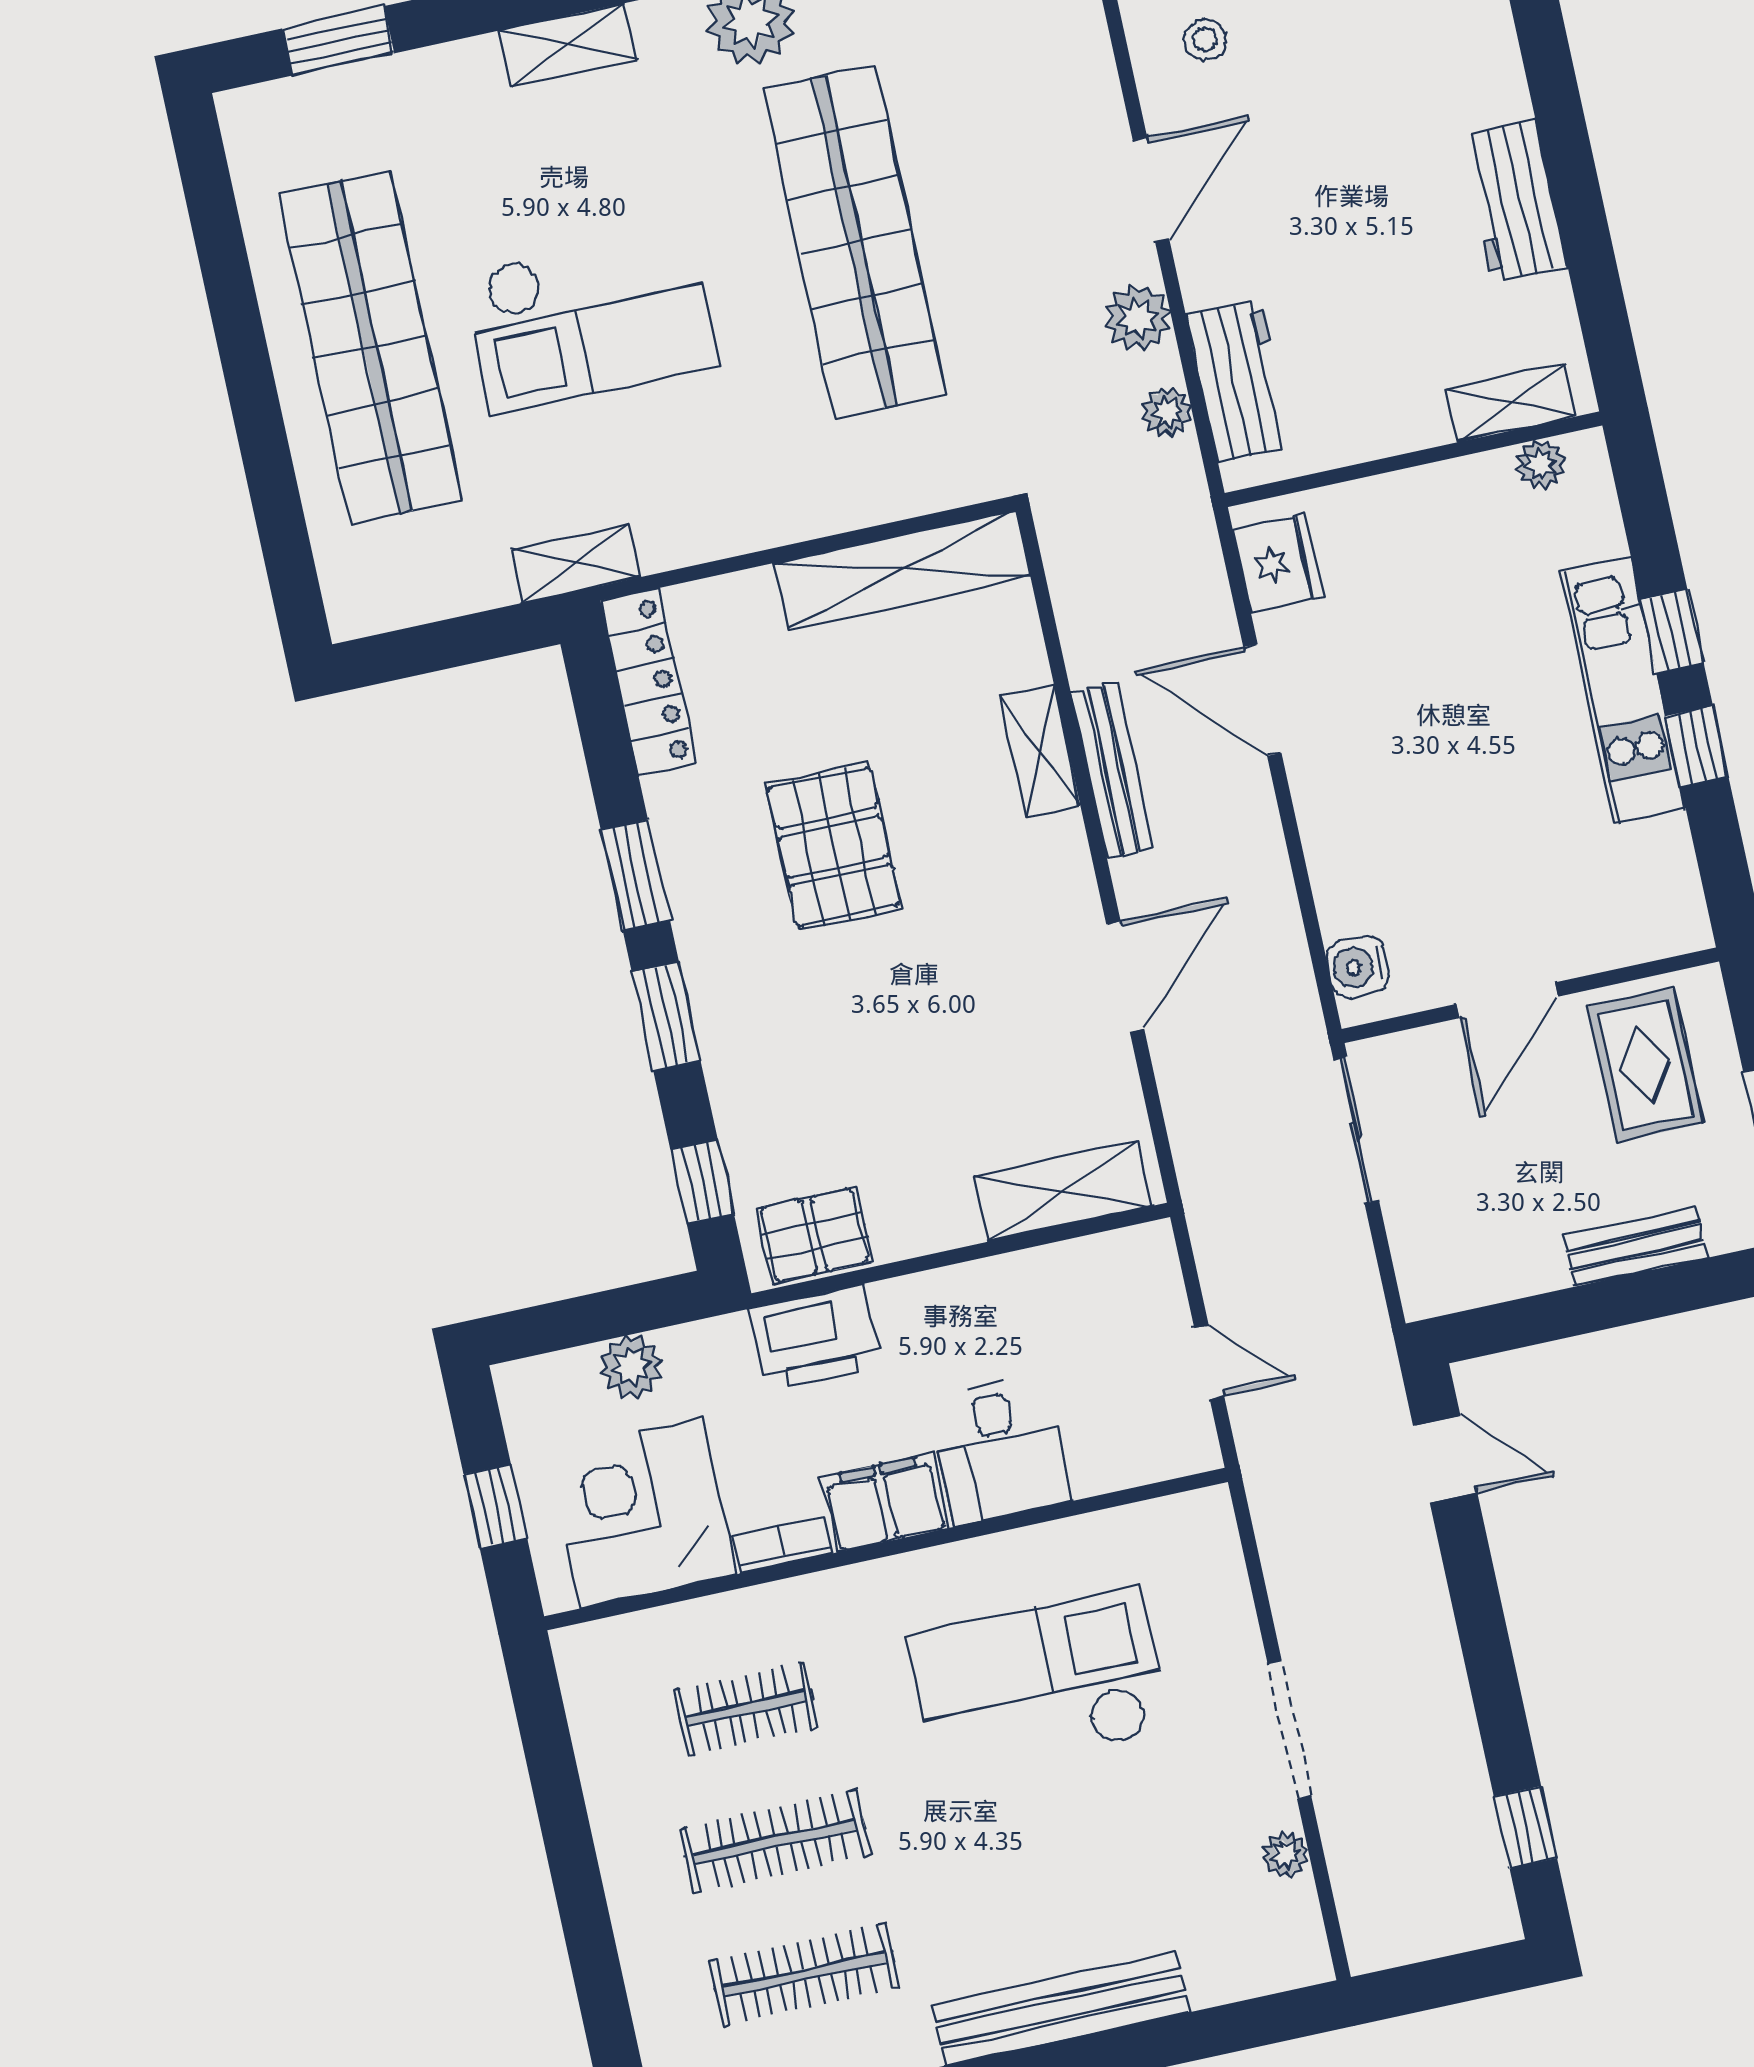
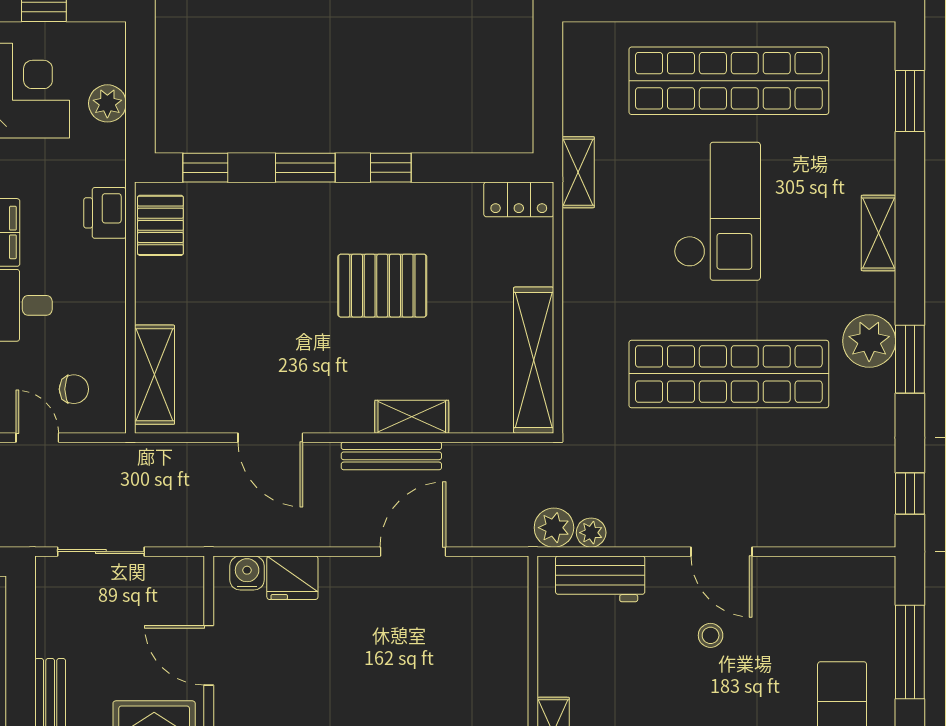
stool: (1205, 40) -> (711, 635), moved
plant: (1138, 318) -> (554, 528), moved
checkout: (590, 320) -> (717, 211), turned 180
fridge: (1278, 563) -> (292, 578), moved
locker: (648, 682) -> (519, 199), width x0.66
window: (635, 875) -> (391, 168), width x0.67
sliding door: (1356, 1130) -> (101, 552), moved
chair: (1116, 1319) -> (74, 389), added
printer: (815, 1338) -> (105, 213), width x0.73, depth x0.84
door: (1209, 1362) -> (37, 438), swing flipped

